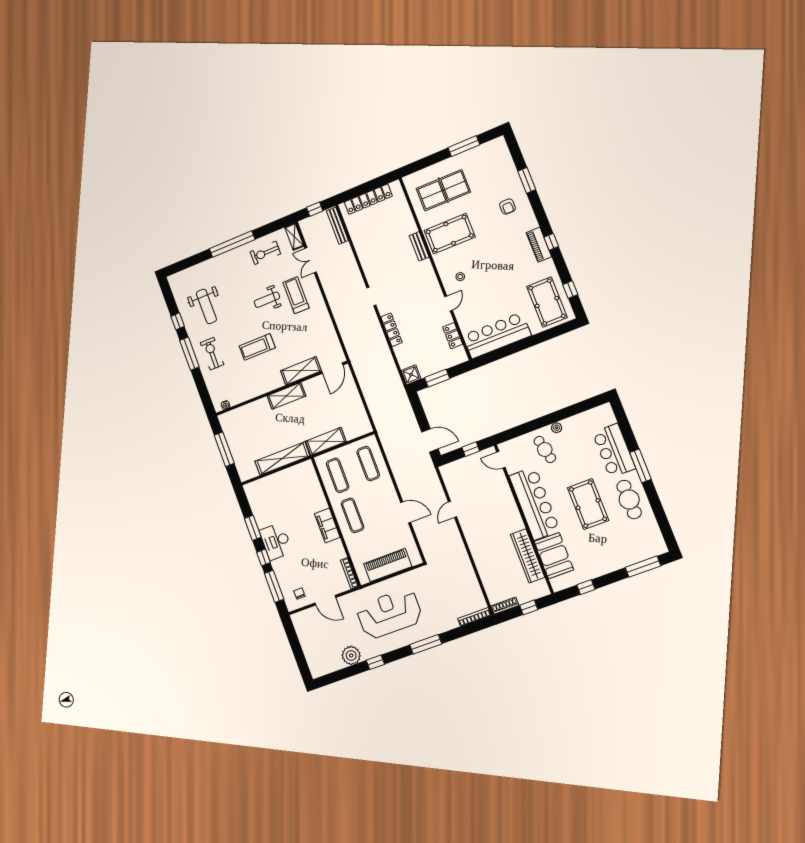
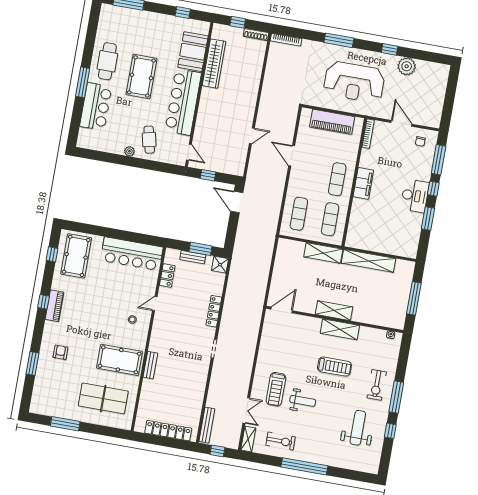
bench: (440, 366) -> (193, 257), added
shelving: (301, 371) -> (340, 329), moved

